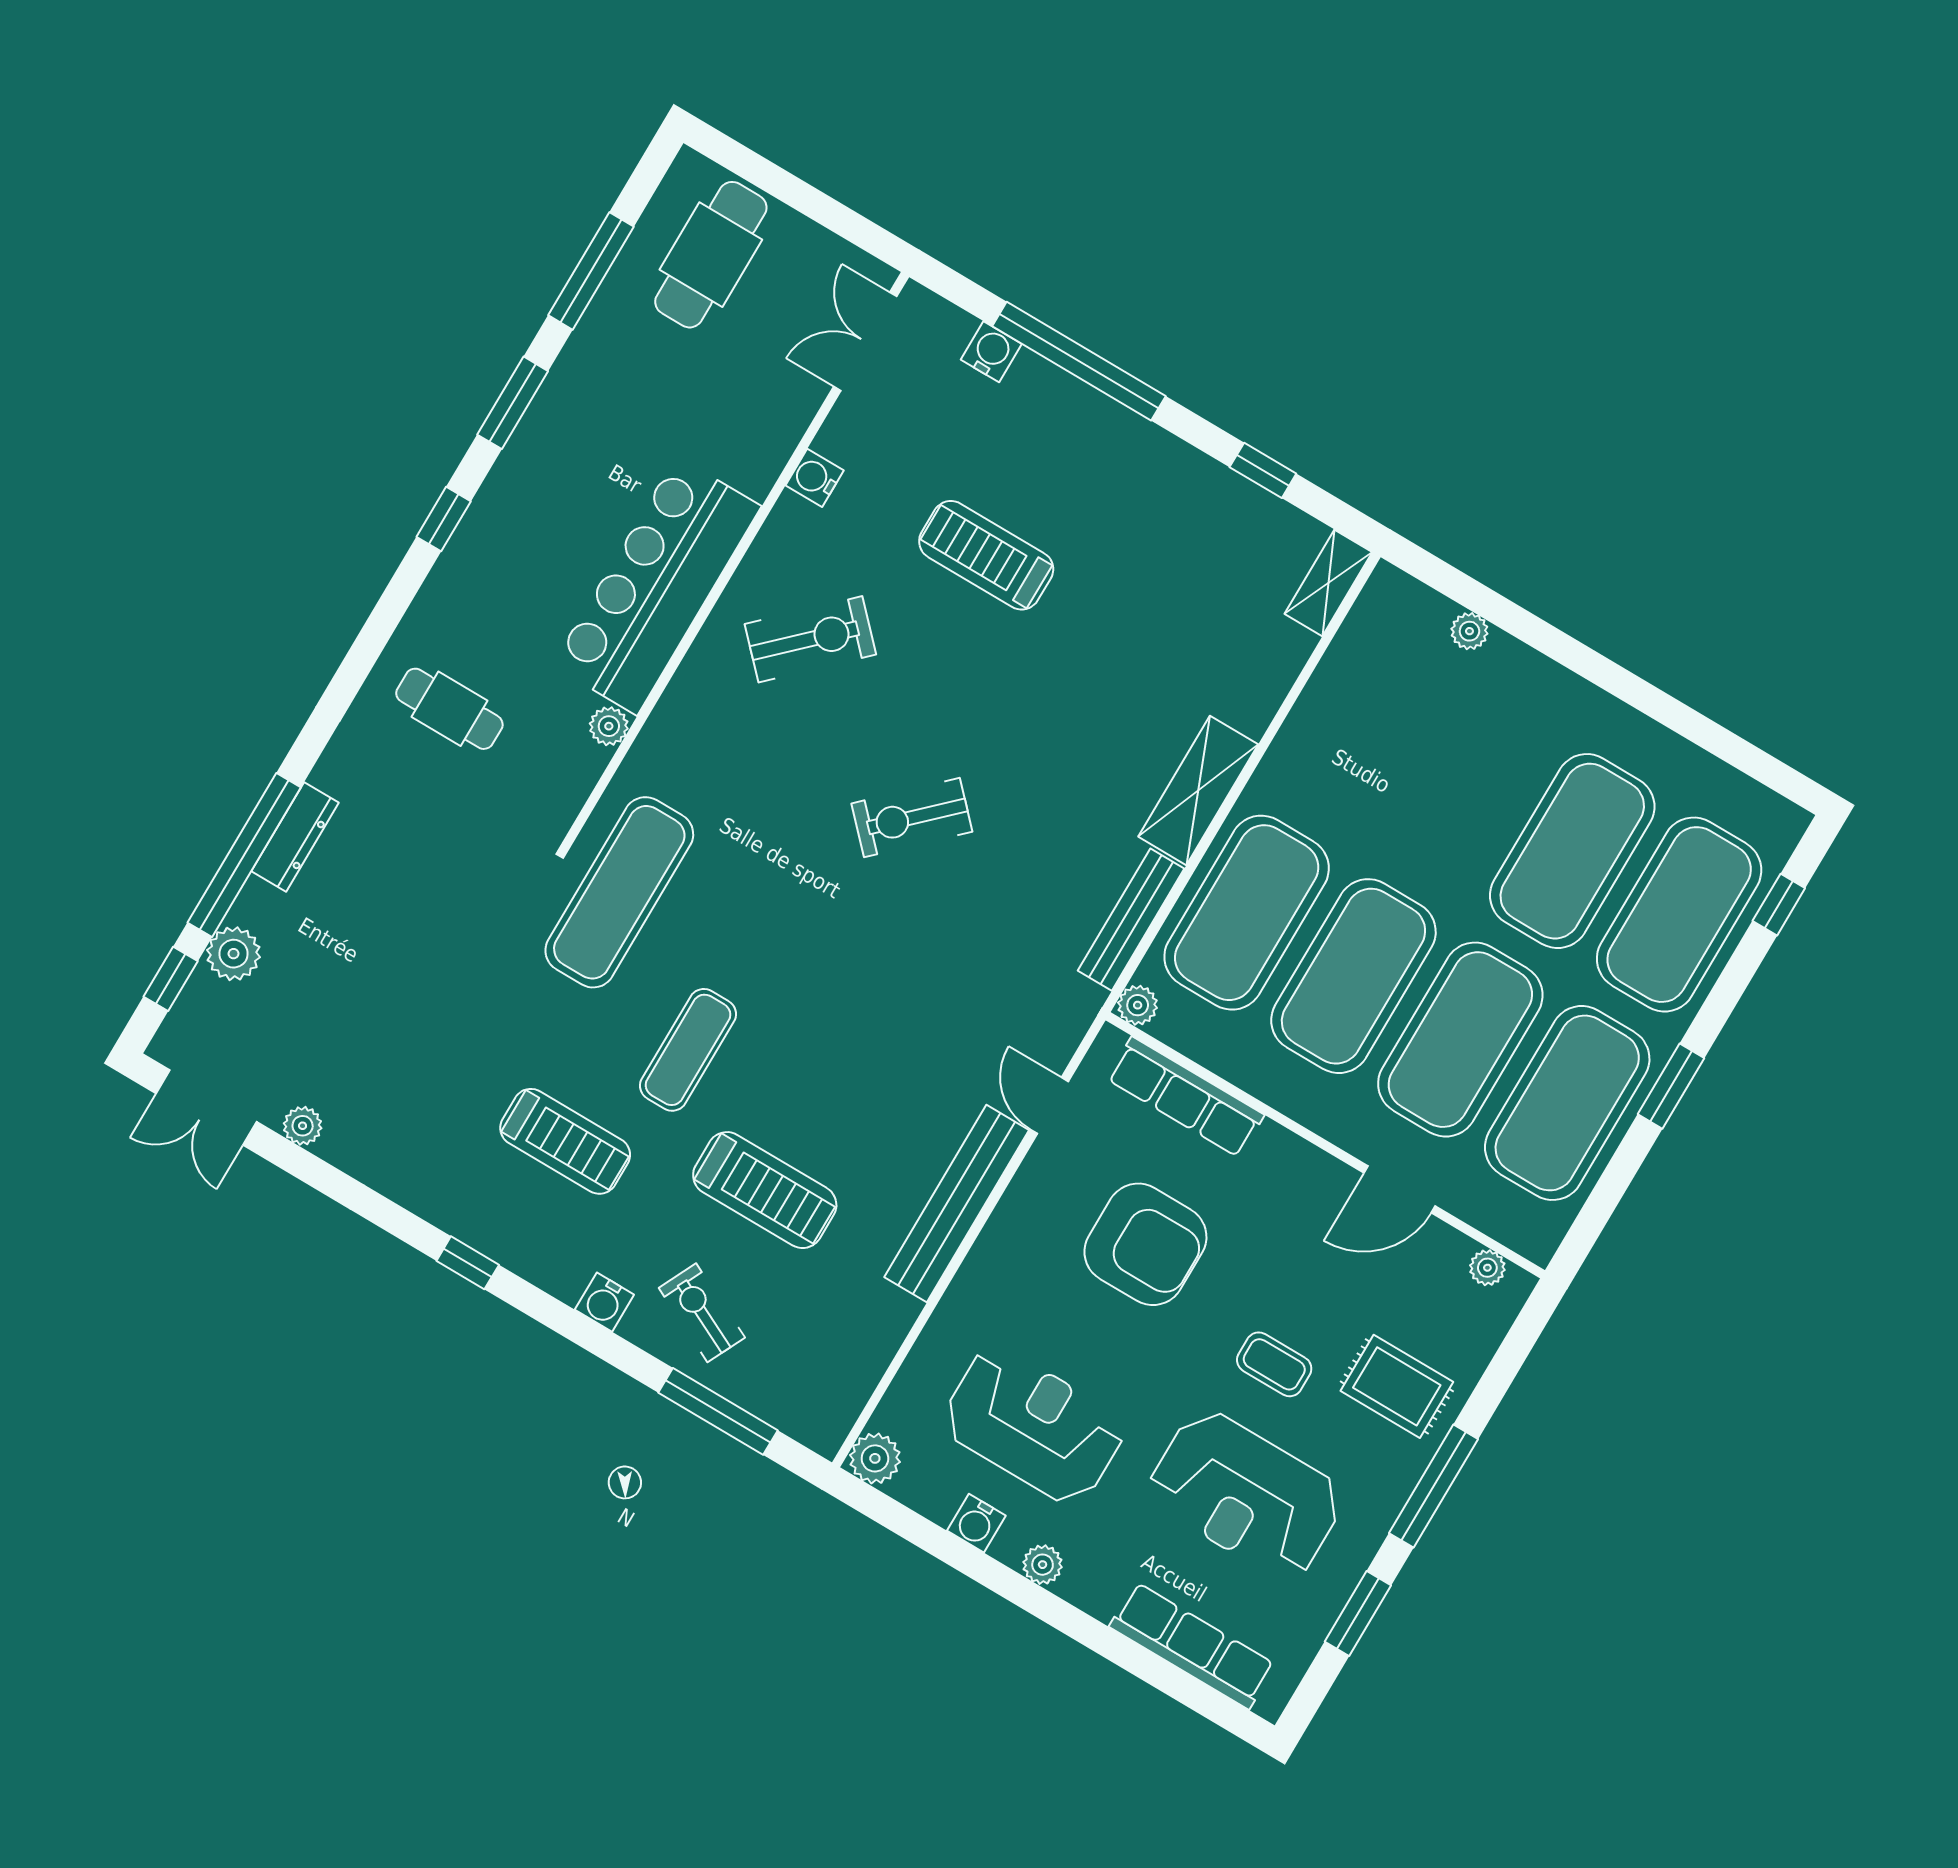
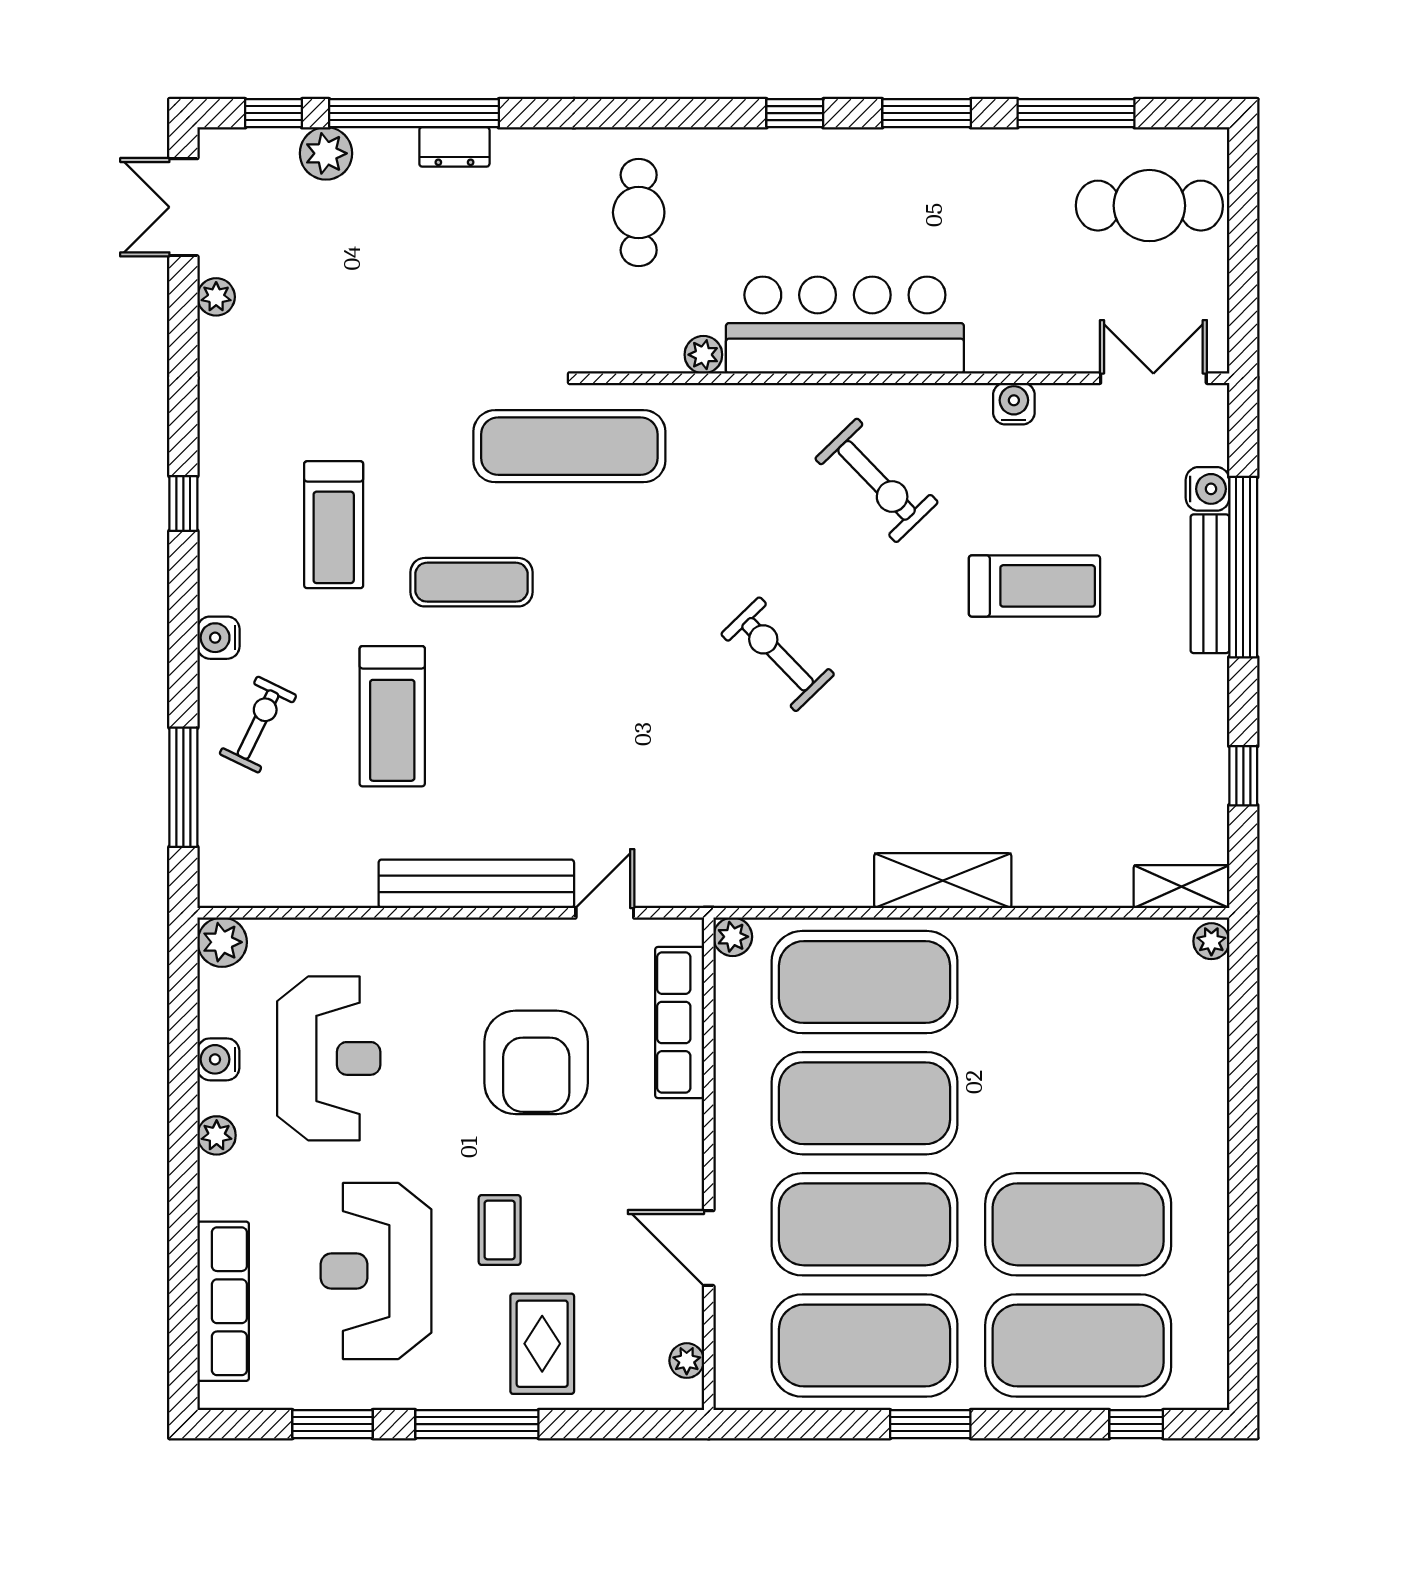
treadmill: (986, 555) -> (1034, 586), turned 90
plant: (1469, 631) -> (1211, 941), moved
dresser: (295, 837) -> (454, 147), width x0.70
bench: (1131, 920) -> (1210, 584), moved, turned 90

